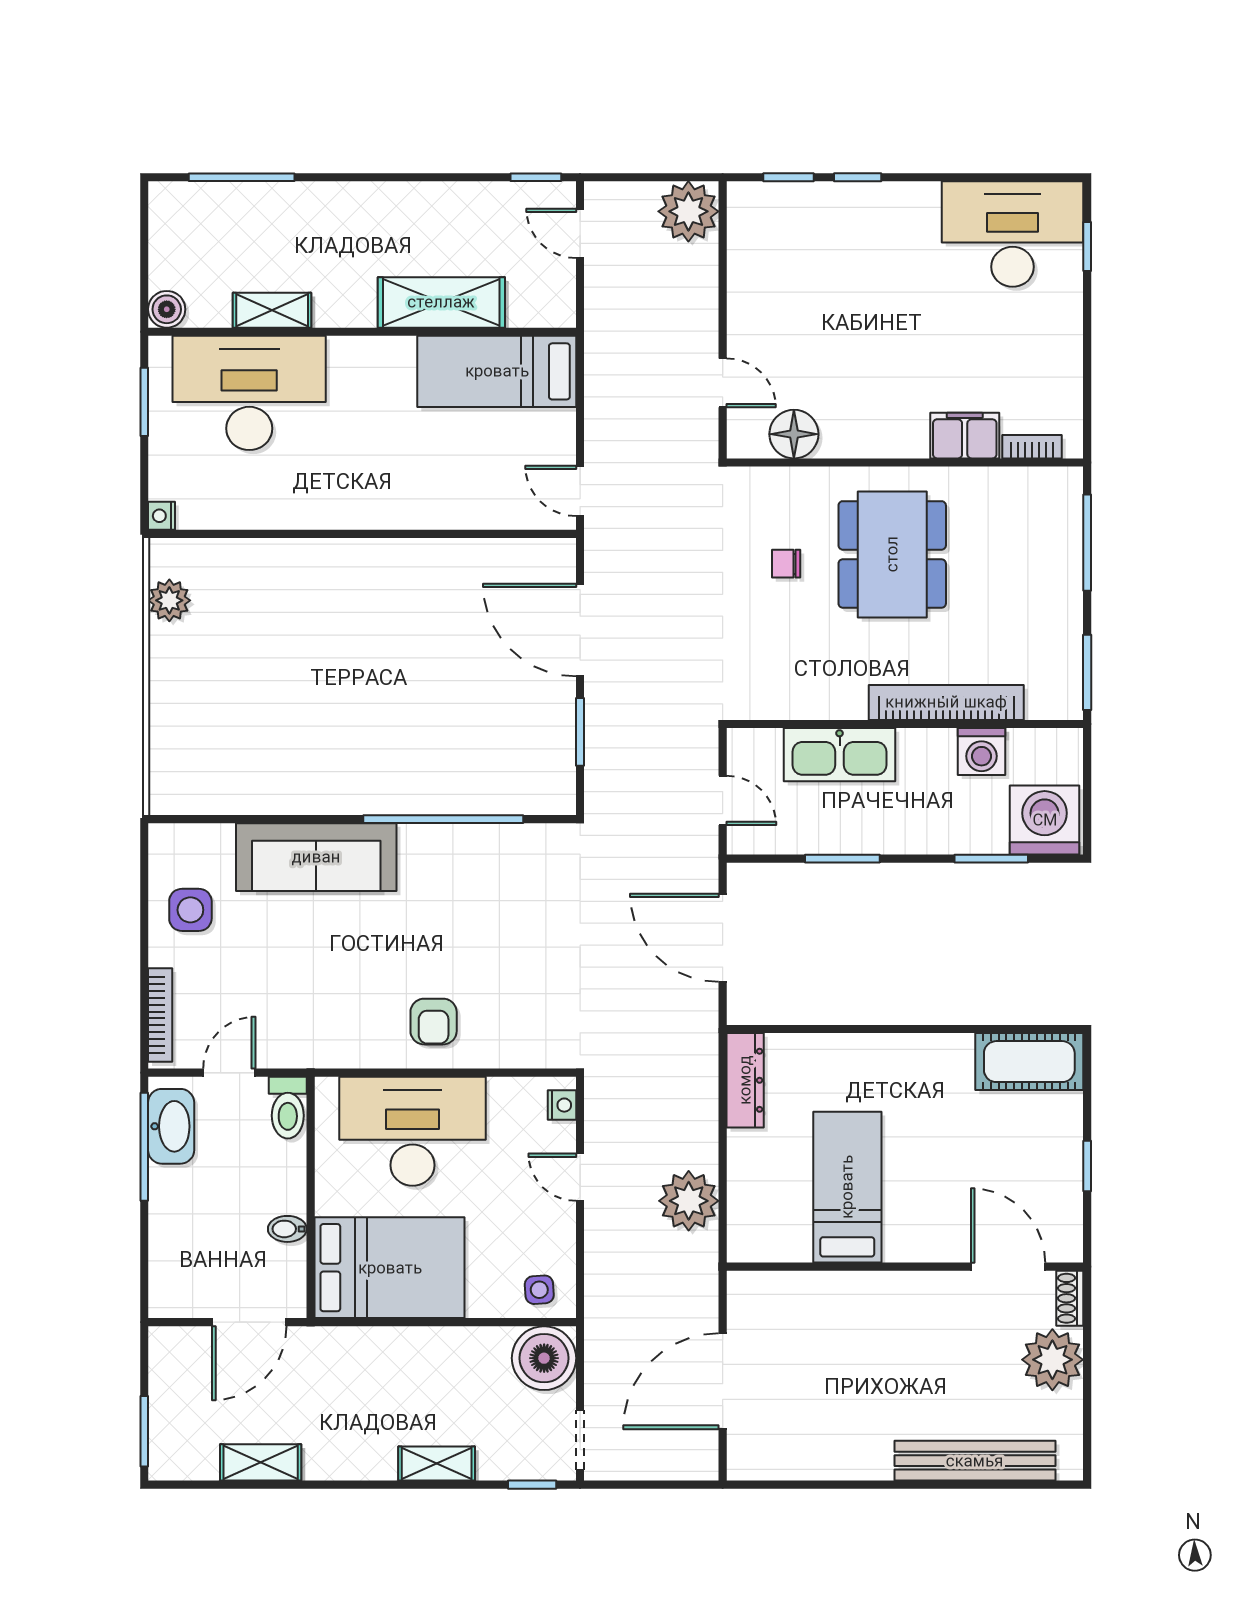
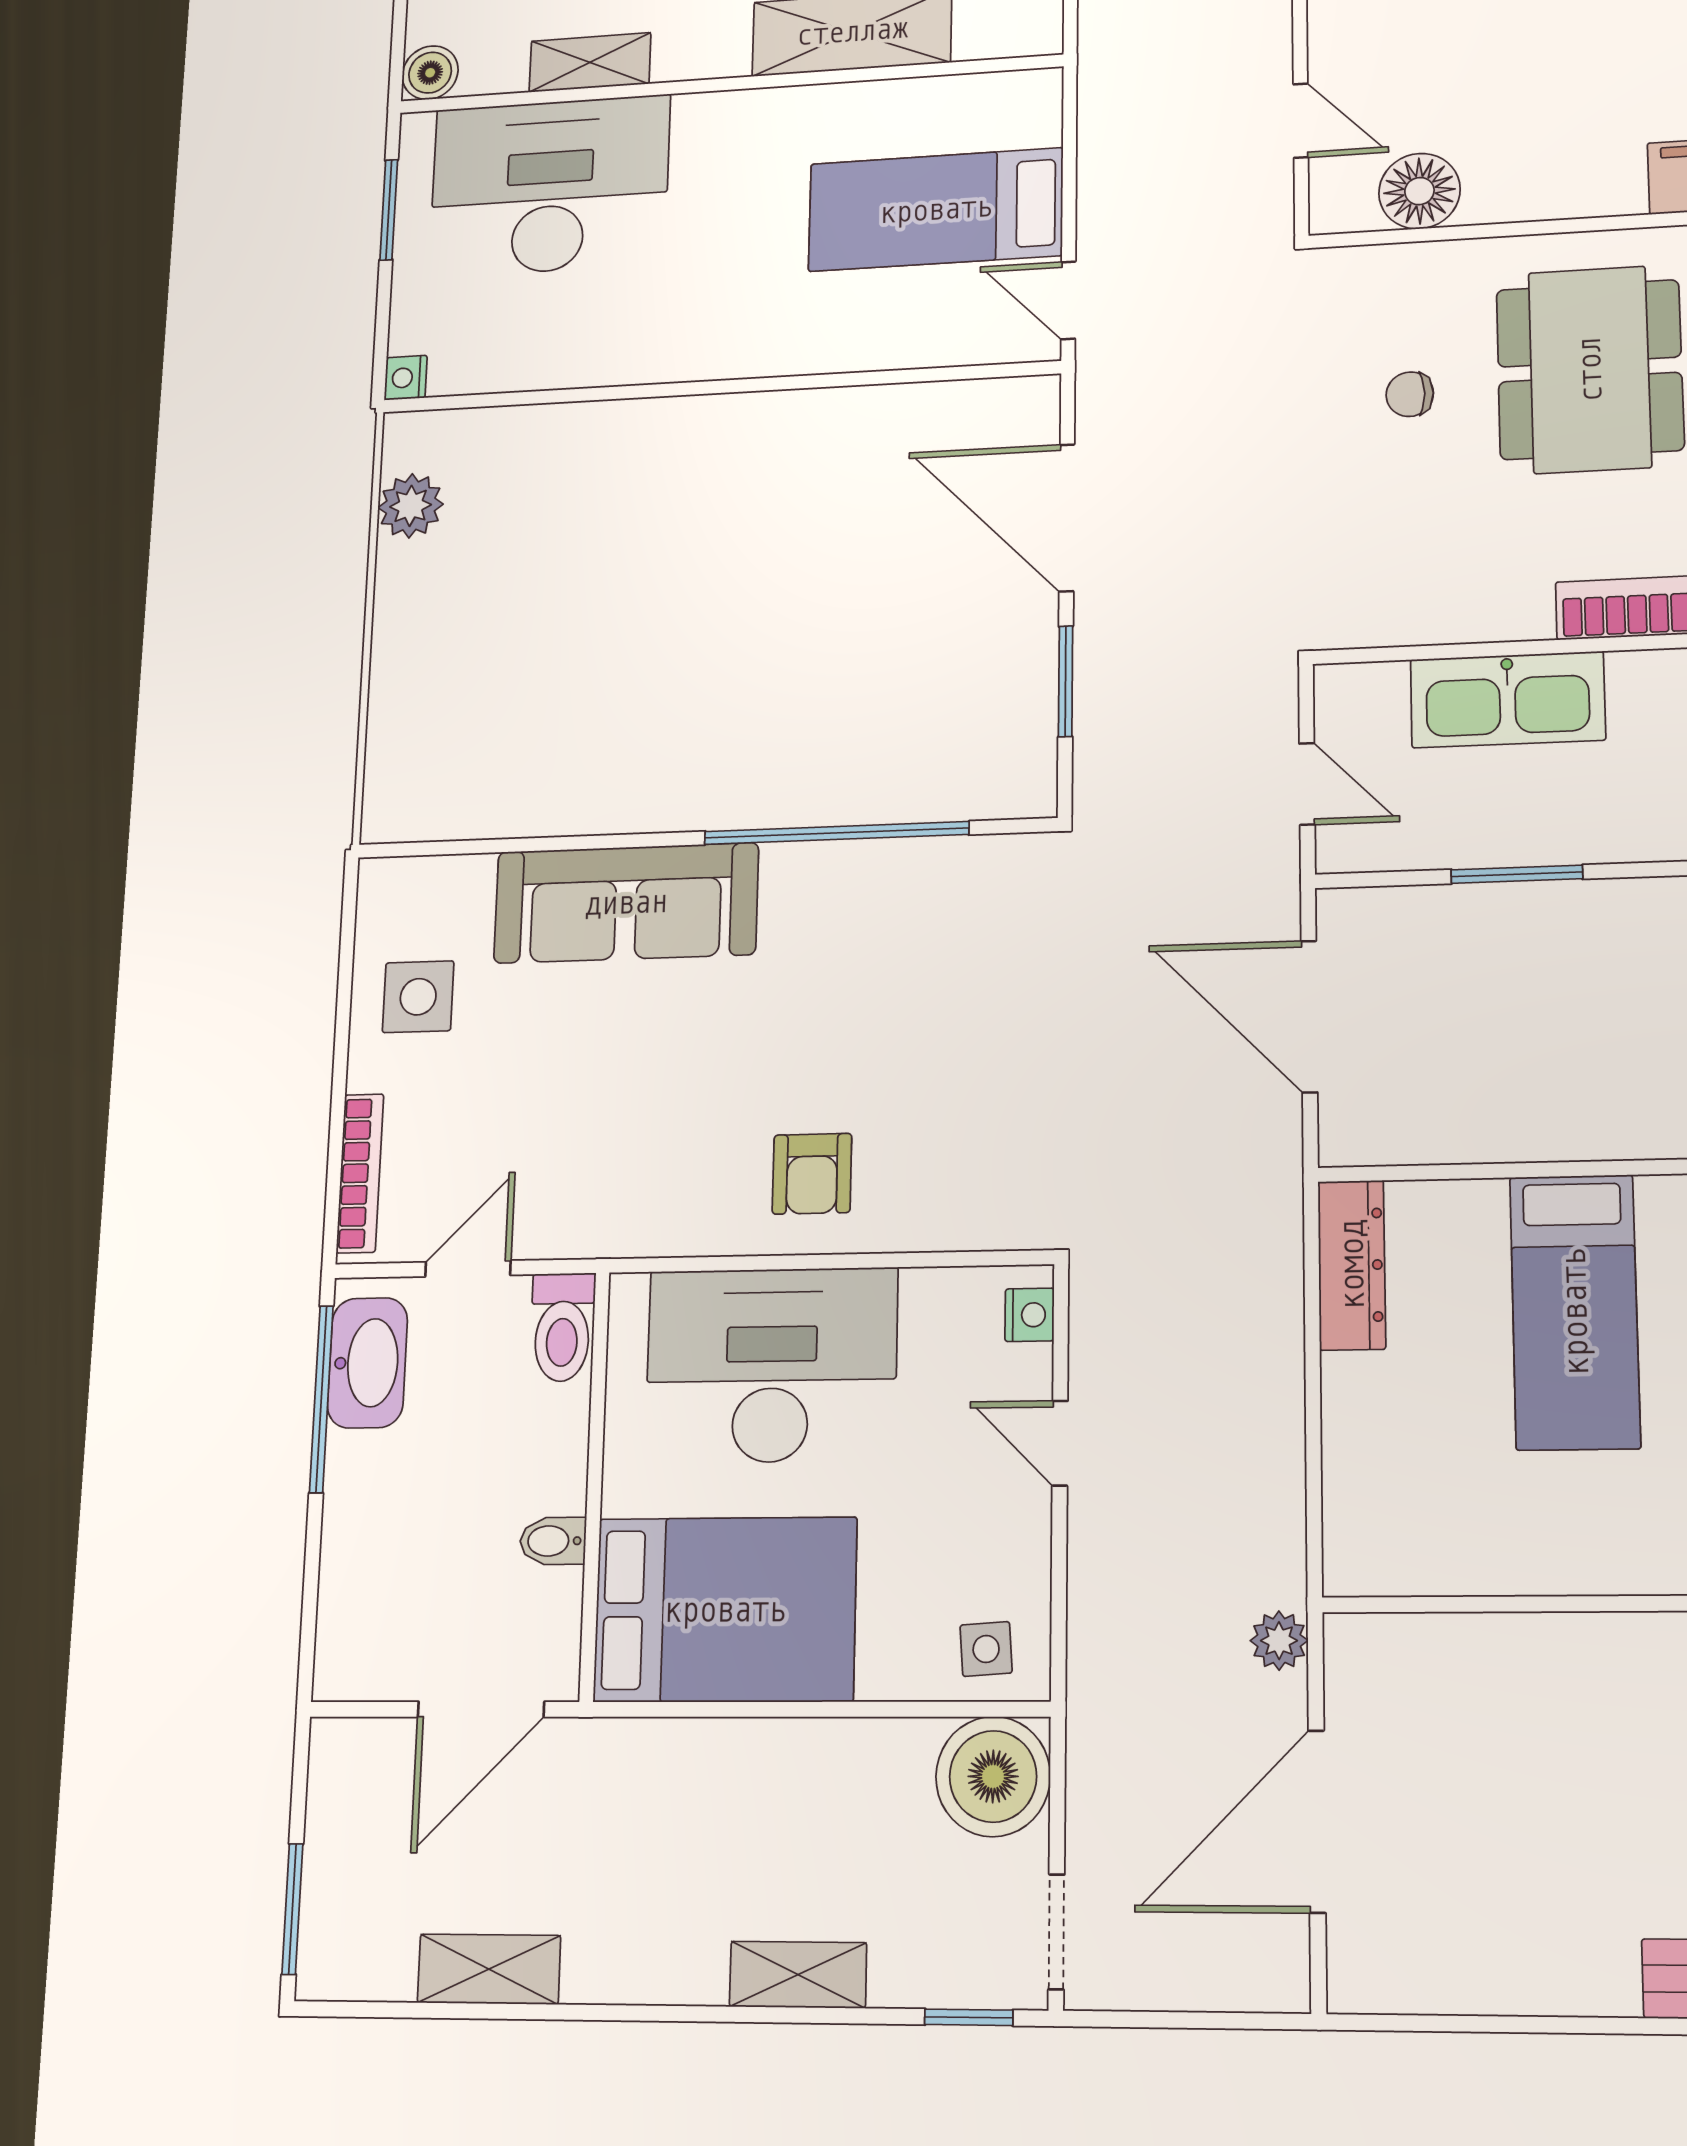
bed: (497, 371) -> (936, 210), moved
bed: (847, 1187) -> (1575, 1312), moved, turned 180
plant: (689, 1201) -> (1279, 1641), moved, width x0.53, depth x0.53

